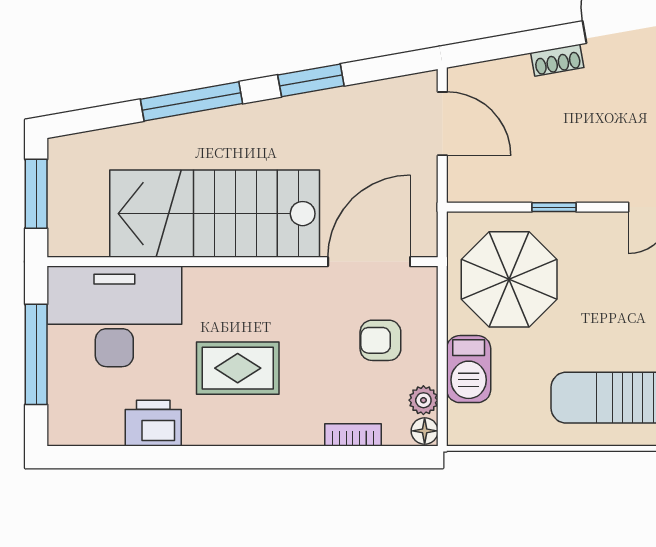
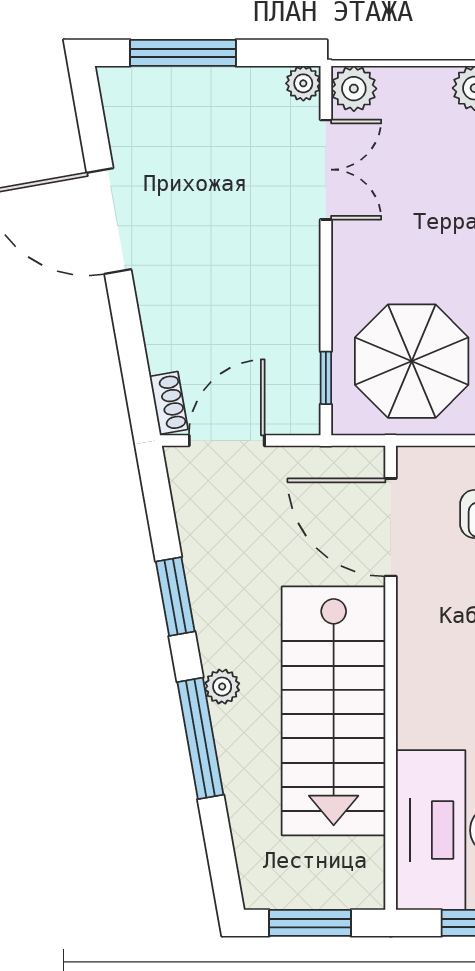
shoe rack: (557, 60) -> (169, 403), moved
plant: (235, 120) -> (222, 687), added
window: (554, 207) -> (326, 378), moved

